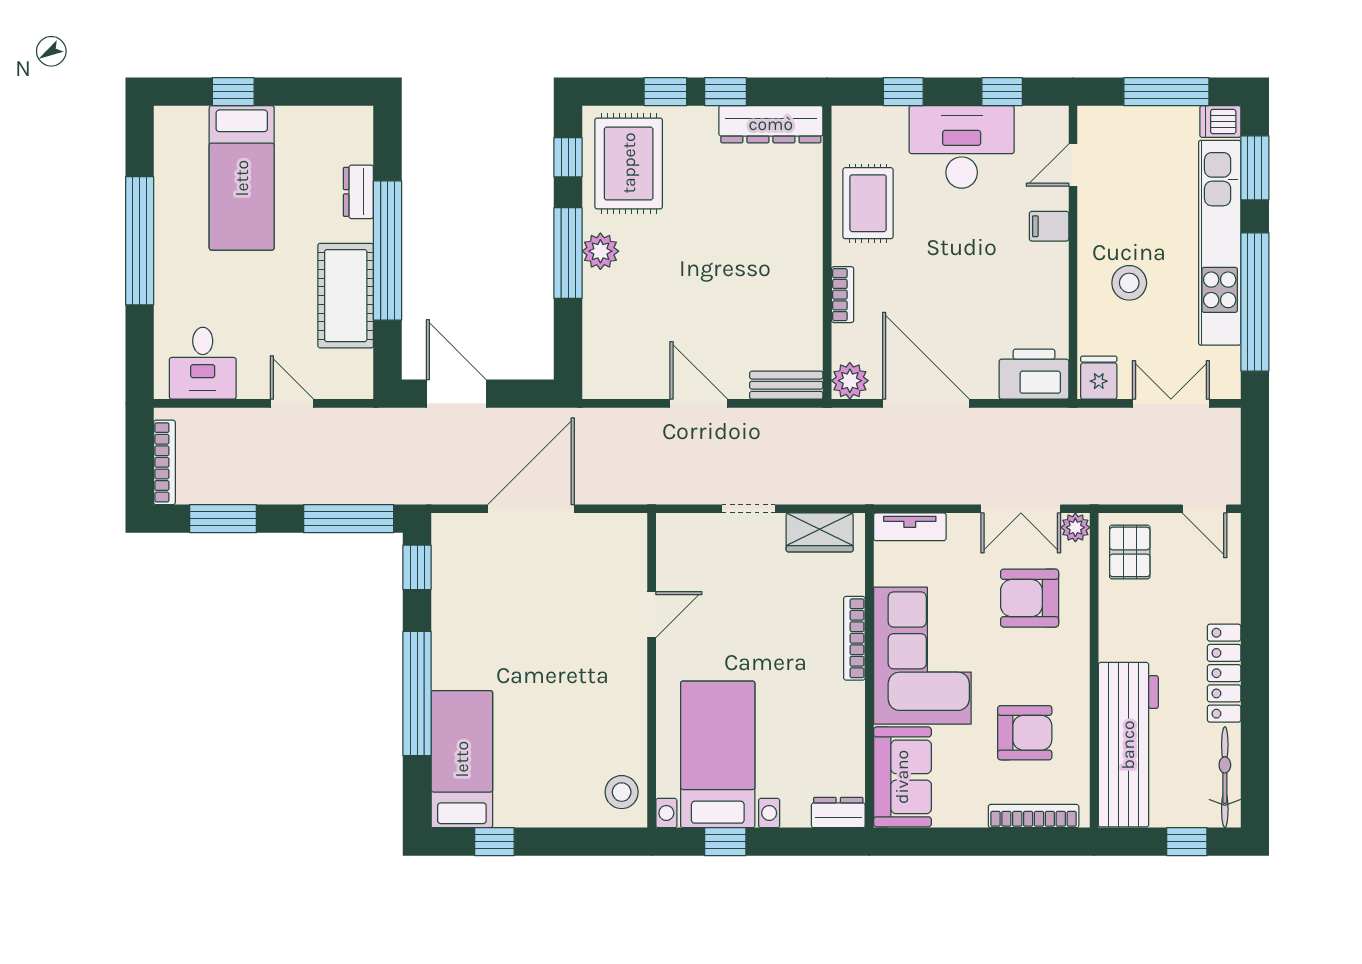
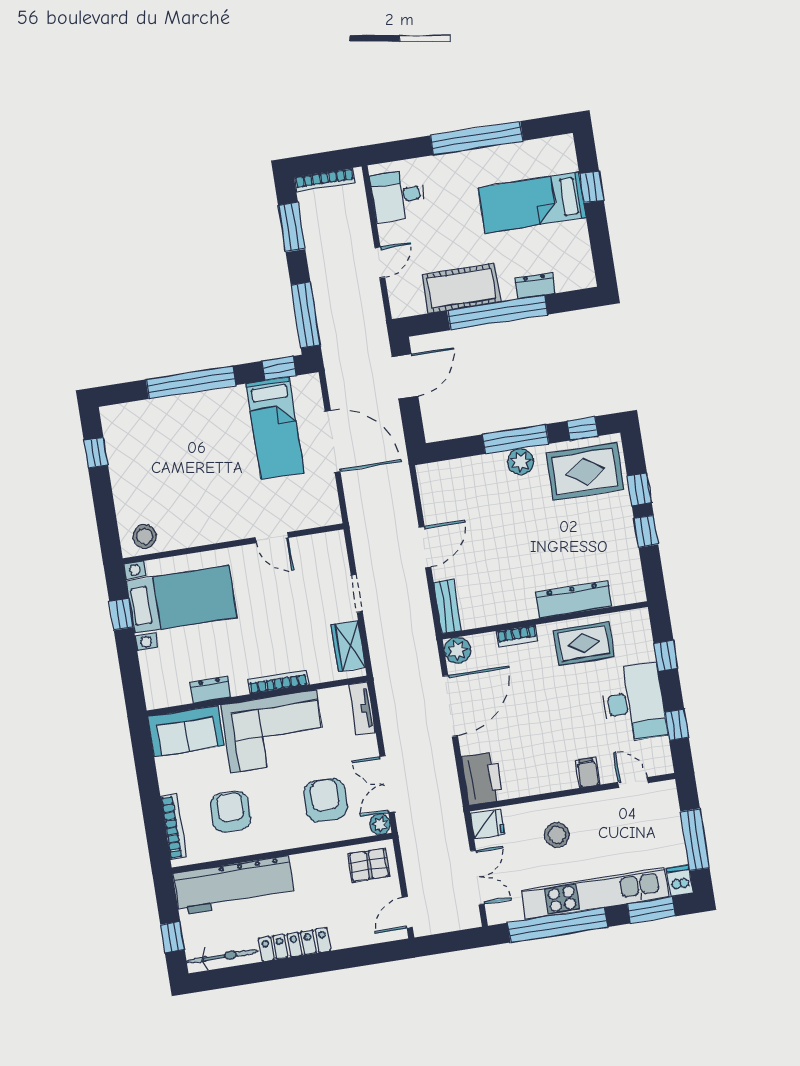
dresser: (771, 124) -> (573, 599), moved, turned 90
armchair: (1025, 733) -> (231, 812), turned 180
bed: (462, 759) -> (275, 428), moved, turned 90
dresser: (838, 813) -> (210, 690), moved, turned -90

